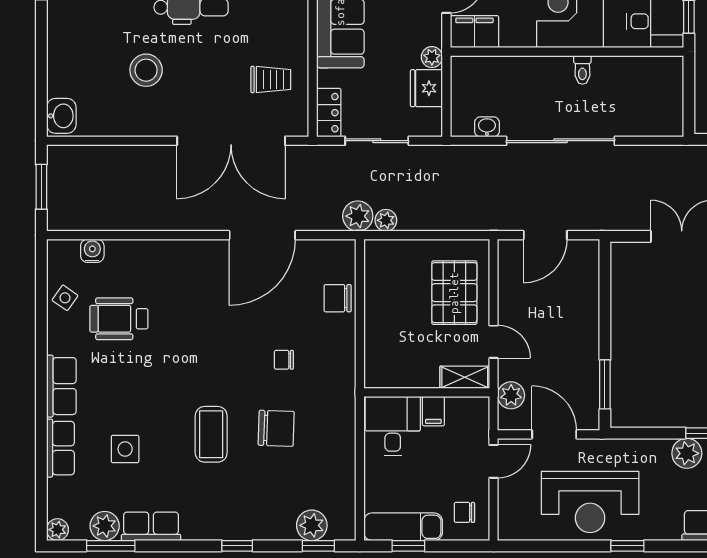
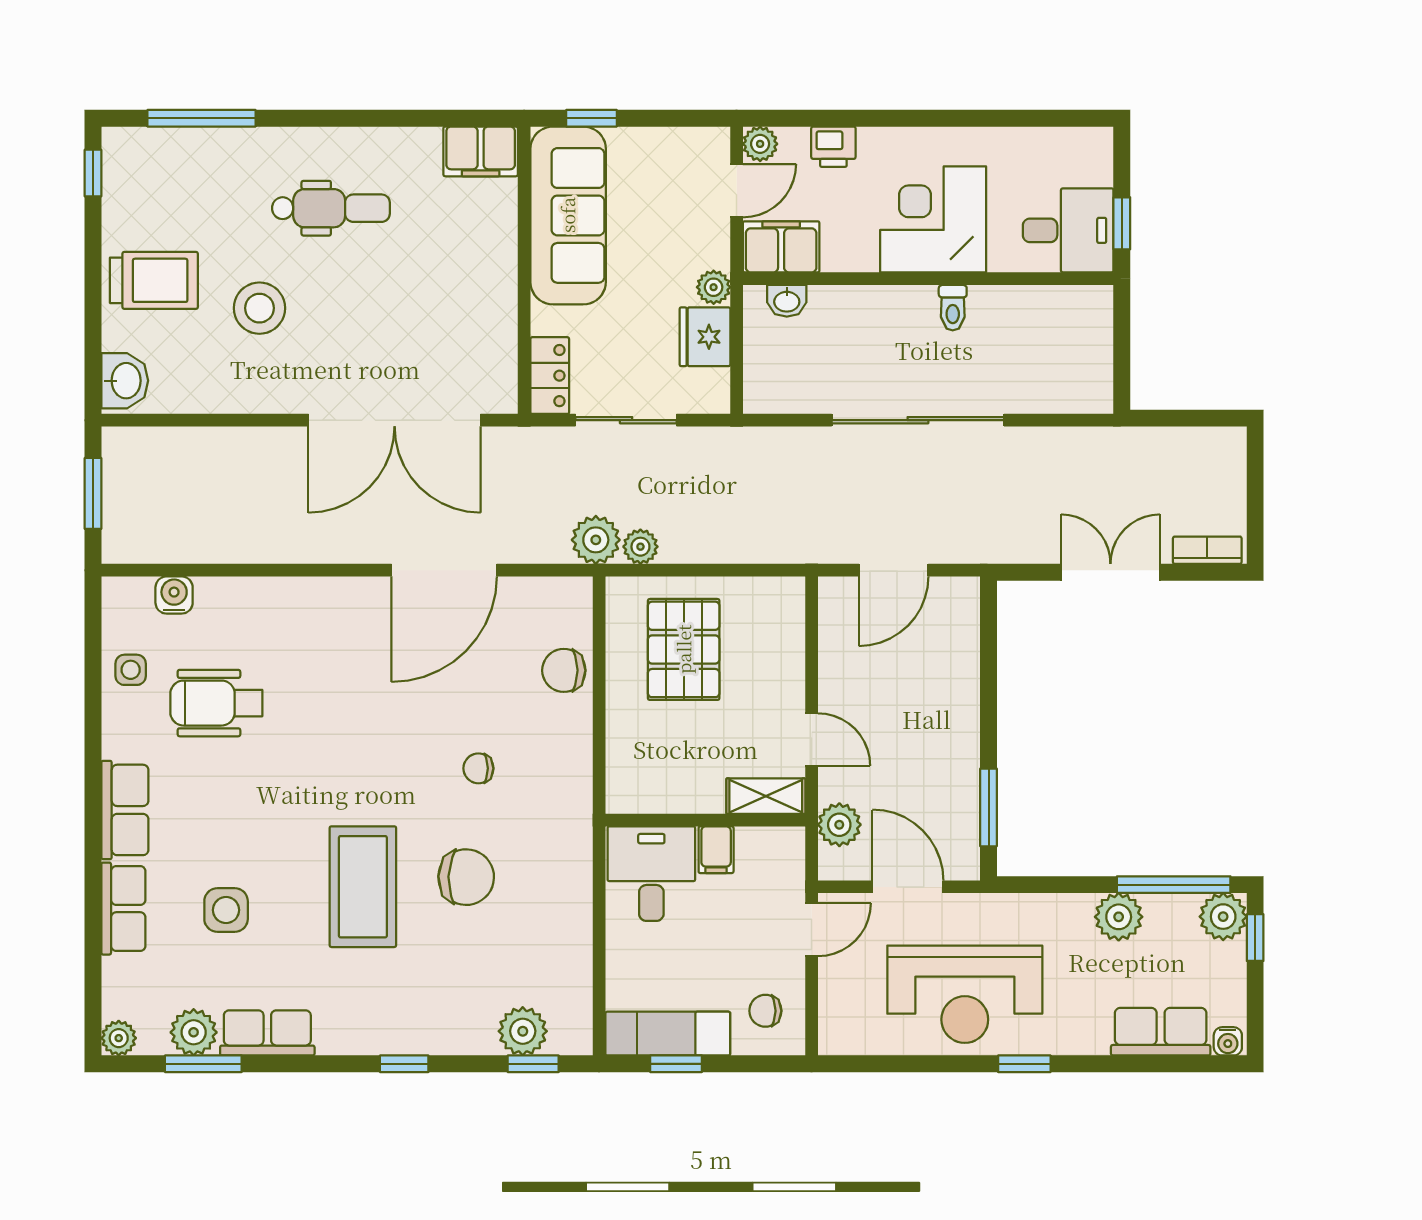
trolley: (271, 79) -> (154, 280), moved, width x1.36, depth x1.39
washbasin: (487, 127) -> (787, 301), moved, turned 180
pallet: (454, 293) -> (684, 649), moved
side table: (65, 298) -> (131, 670), turned -35
coffee table: (211, 434) -> (363, 887), width x1.36, depth x1.32

